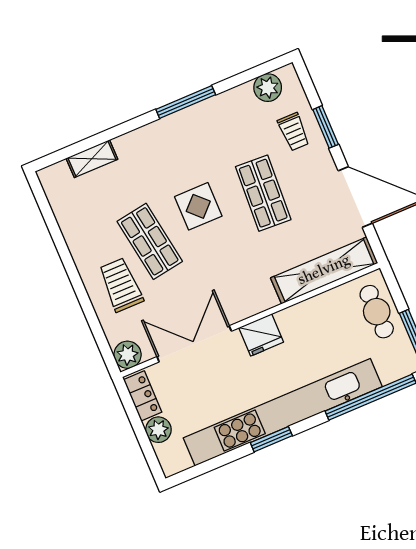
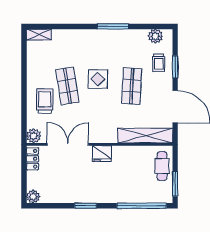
shelving: (92, 159) -> (39, 35), moved
kitchen unit: (283, 412) -> (96, 195), removed
plant: (158, 430) -> (33, 197), moved

